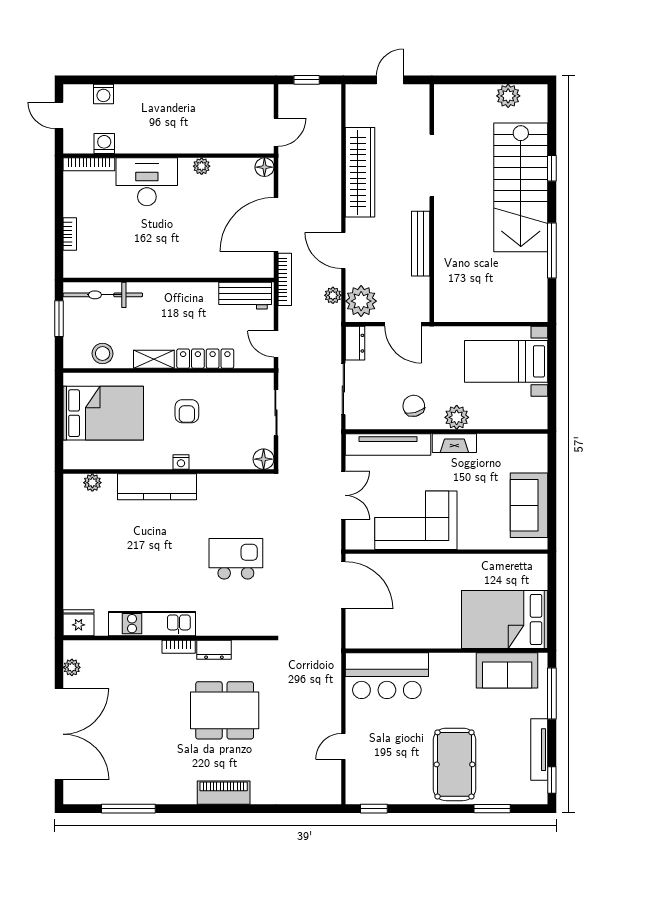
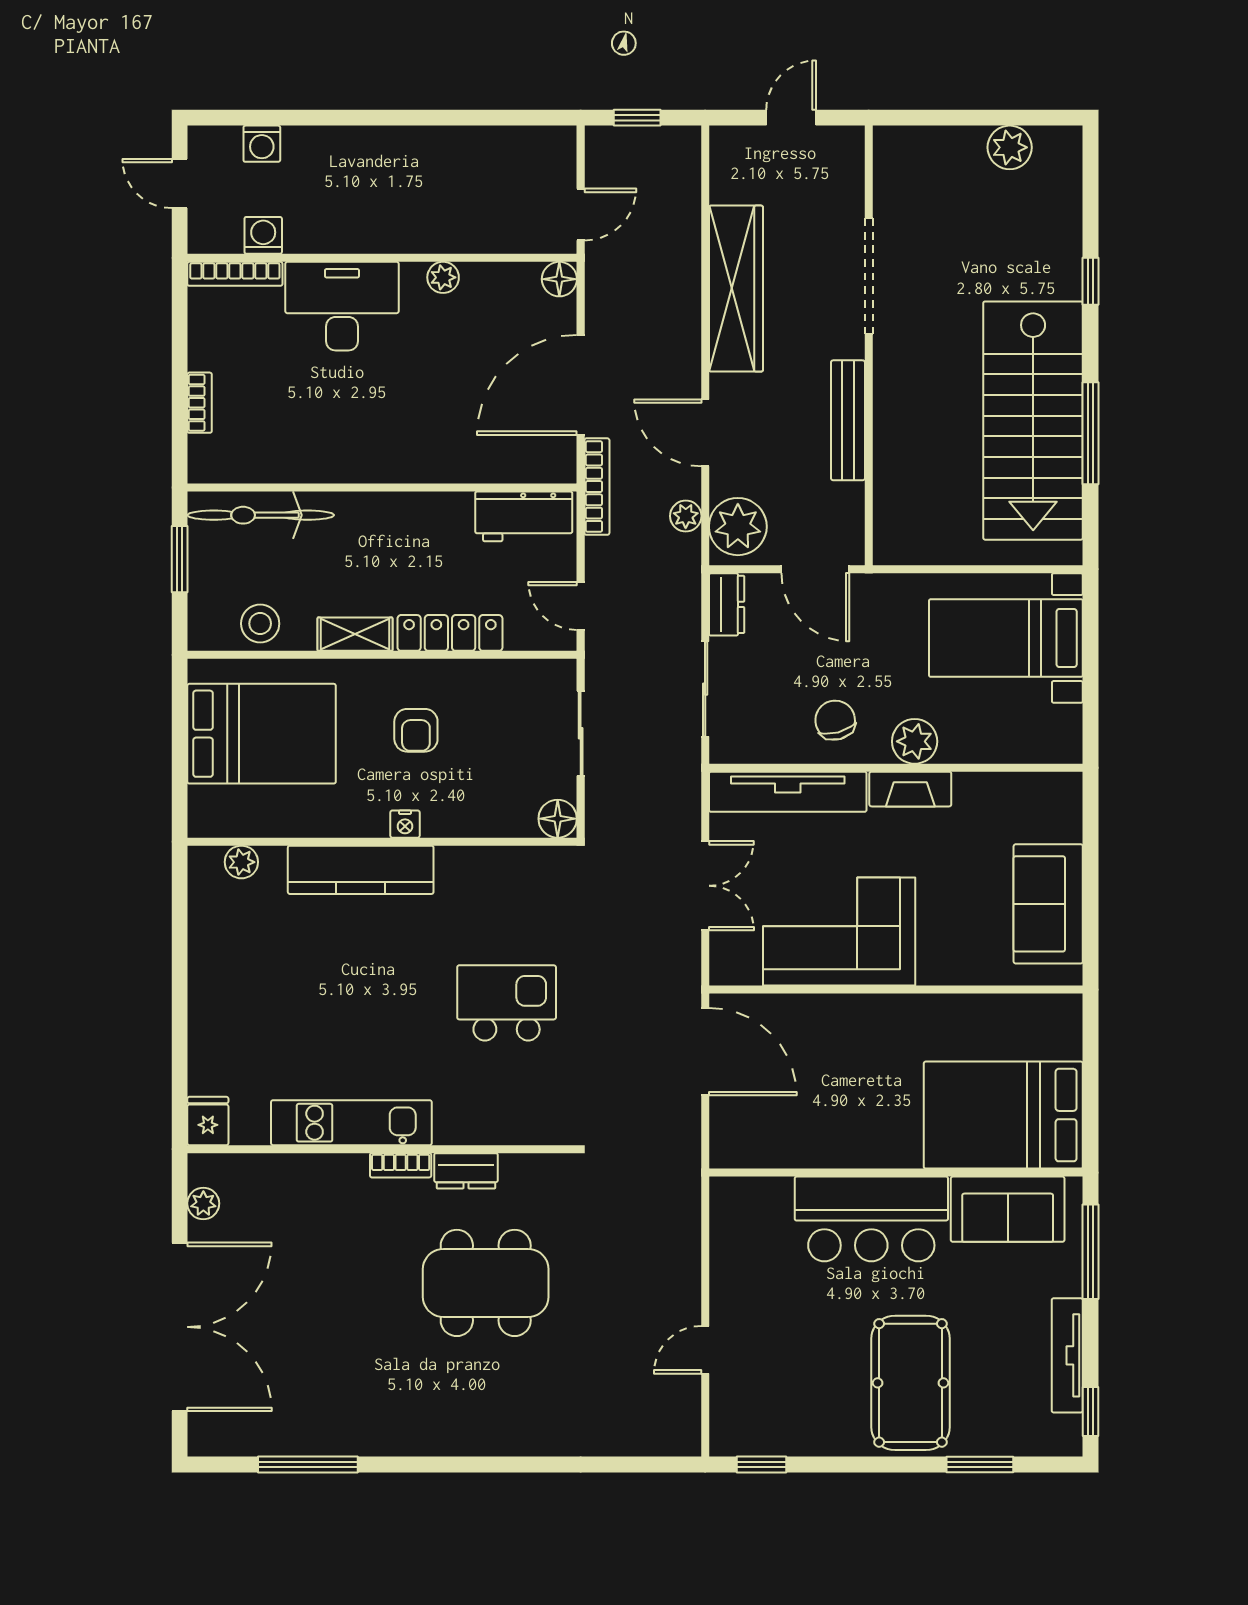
stairs: (521, 187) -> (1033, 421), moved
fridge: (79, 623) -> (208, 1121), width x0.72
bar counter: (387, 676) -> (871, 1219), moved
piano: (224, 793) -> (484, 1435), removed

